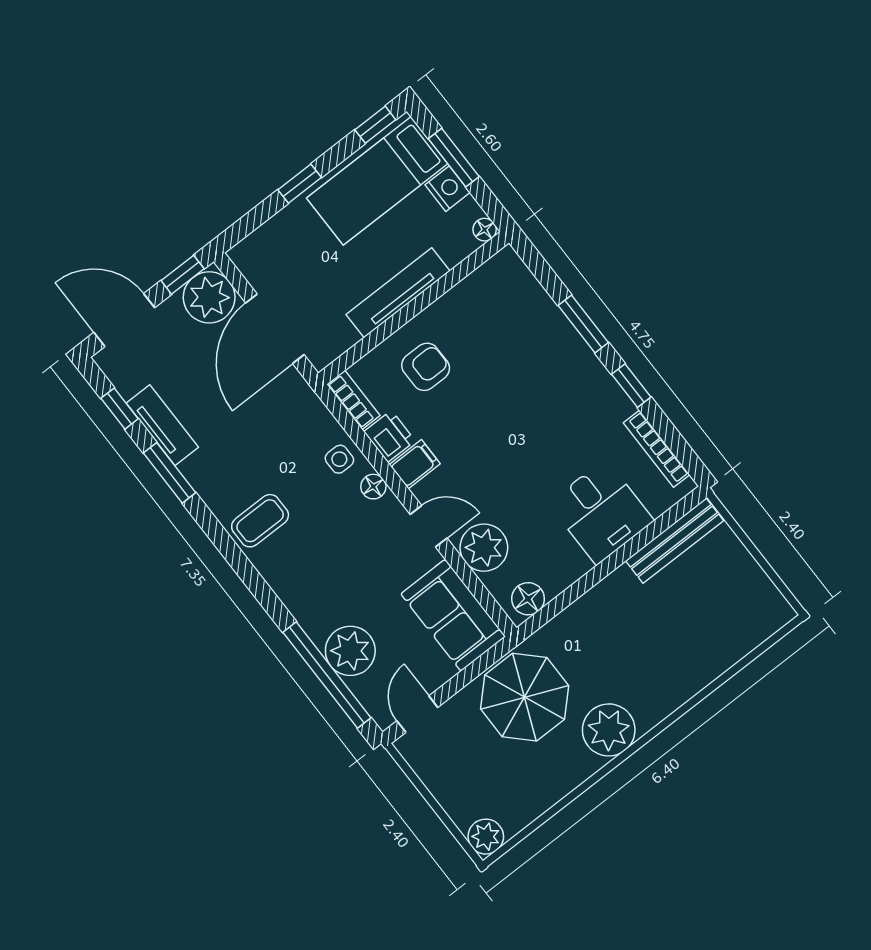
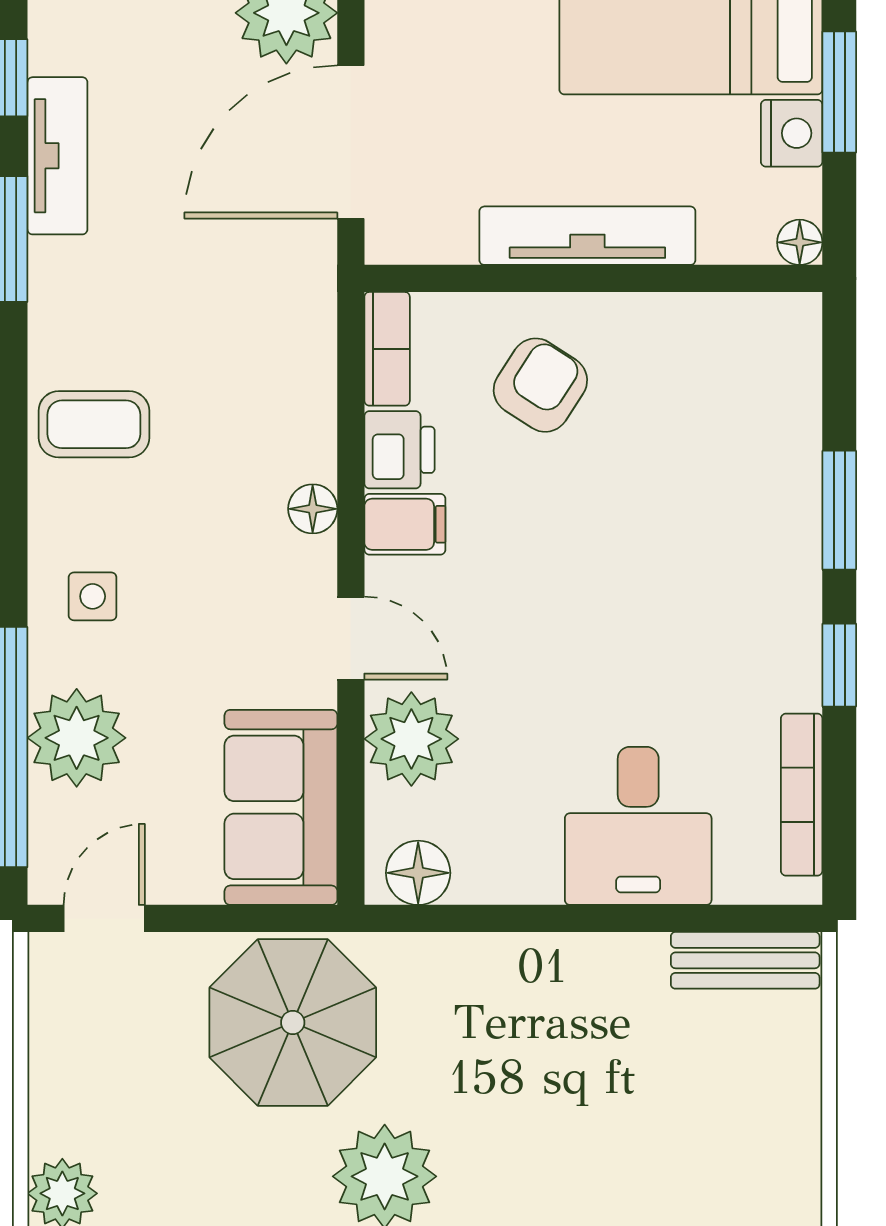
armchair: (426, 367) -> (540, 385), turned -57
side table: (339, 459) -> (93, 596), moved
bench: (675, 541) -> (745, 960), width x0.73

